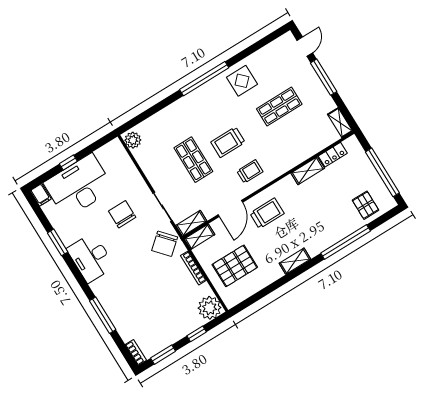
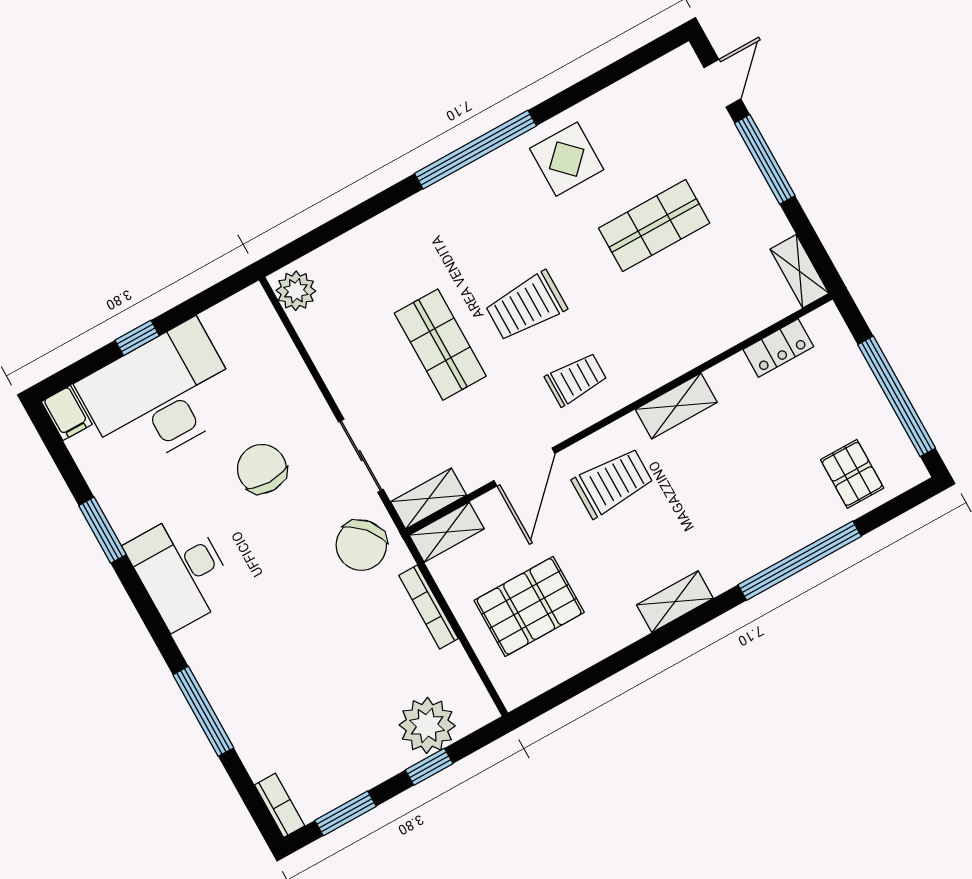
shelving: (308, 171) -> (676, 406), moved
plant: (210, 308) -> (427, 725), moved

